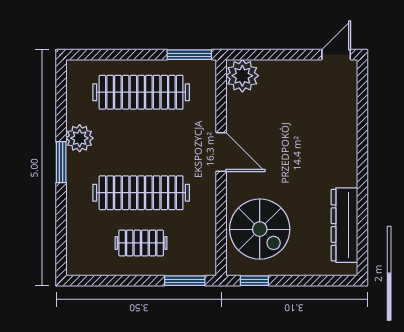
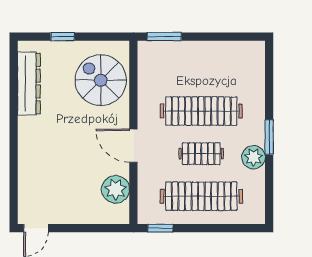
window: (189, 55) -> (160, 228), width x0.67
plant: (242, 76) -> (116, 189), moved
clothes rail: (141, 243) -> (201, 154), moved
window: (254, 281) -> (62, 37), moved

